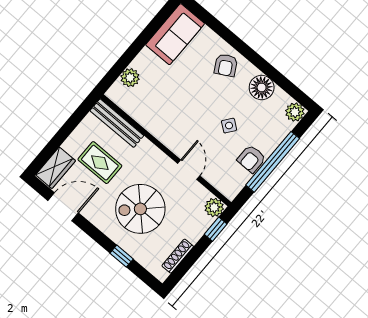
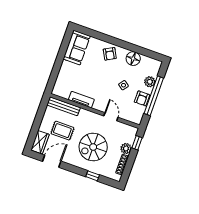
plant: (130, 78) -> (61, 80), removed
plant: (295, 112) -> (150, 82), moved
tv unit: (150, 123) -> (81, 100), added
plant: (214, 207) -> (126, 149), moved

